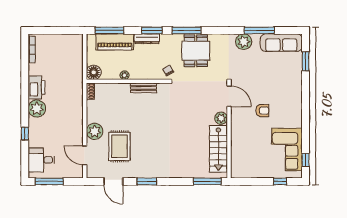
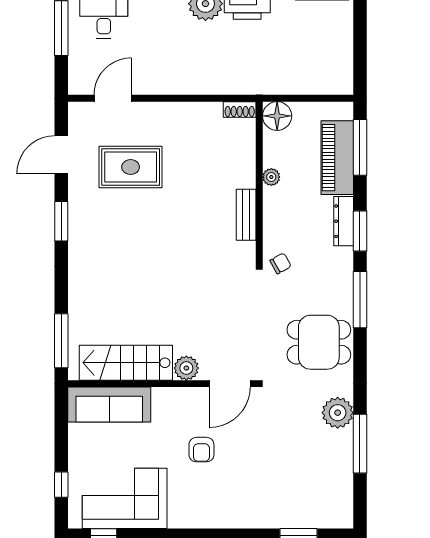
sofa: (281, 43) -> (109, 404), moved, turned -90
dining table: (196, 51) -> (319, 342), moved
plant: (95, 131) -> (160, 118), removed

